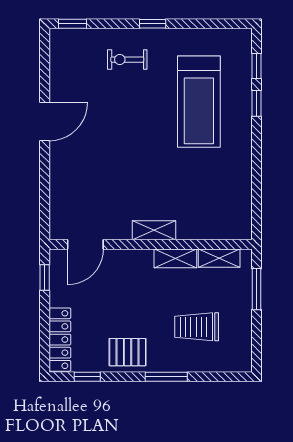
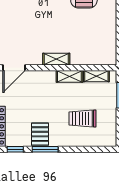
pallet: (128, 352) -> (40, 134), turned 90
window: (166, 377) -> (45, 149), moved

